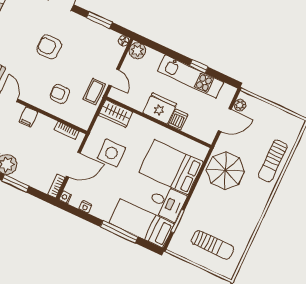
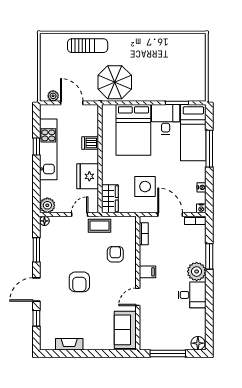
armchair: (60, 94) -> (115, 254), turned 180
fridge: (160, 108) -> (88, 176), moved
sun lounger: (213, 245) -> (183, 64), removed

